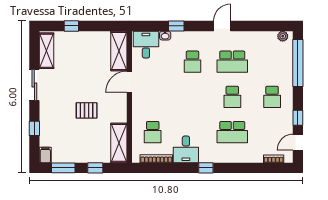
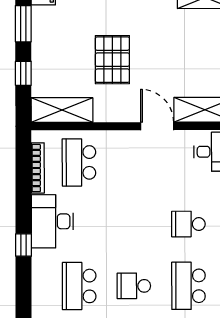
pallet: (87, 110) -> (112, 60), width x1.50, depth x1.42
school desk: (153, 132) -> (79, 162), width x1.85
desk: (186, 149) -> (52, 221), width x1.37

